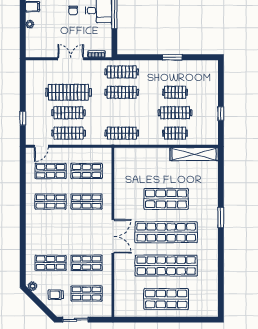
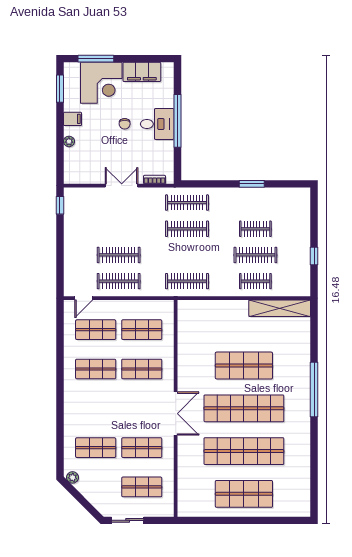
clothes rail: (68, 92) -> (119, 229), removed
window: (23, 118) -> (60, 205), moved
window: (221, 218) -> (314, 389), width x2.11
trolley: (56, 295) -> (102, 488), removed

